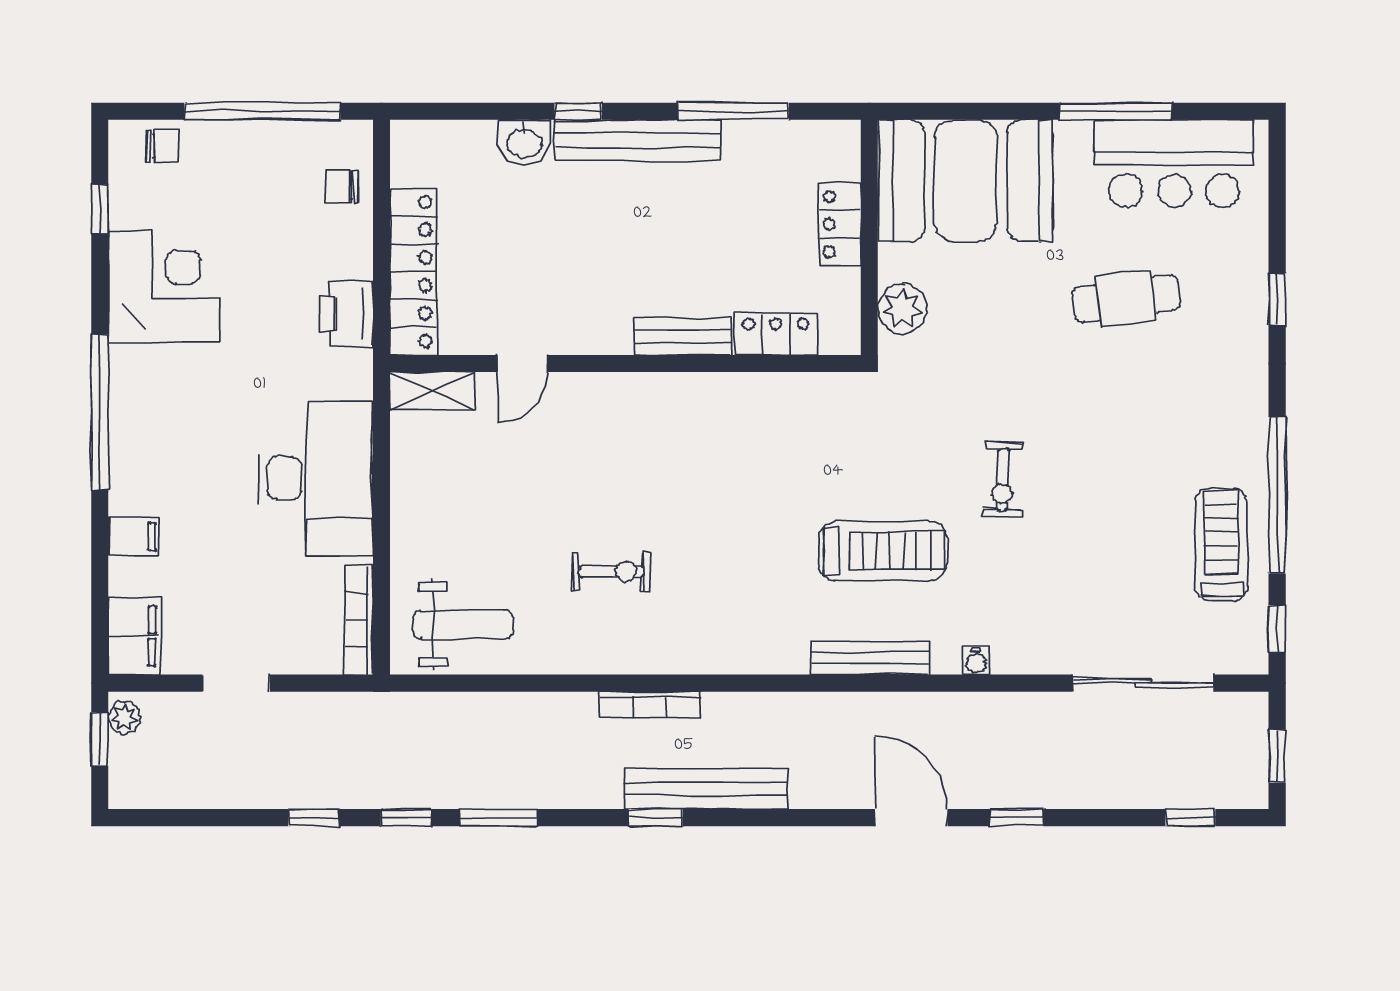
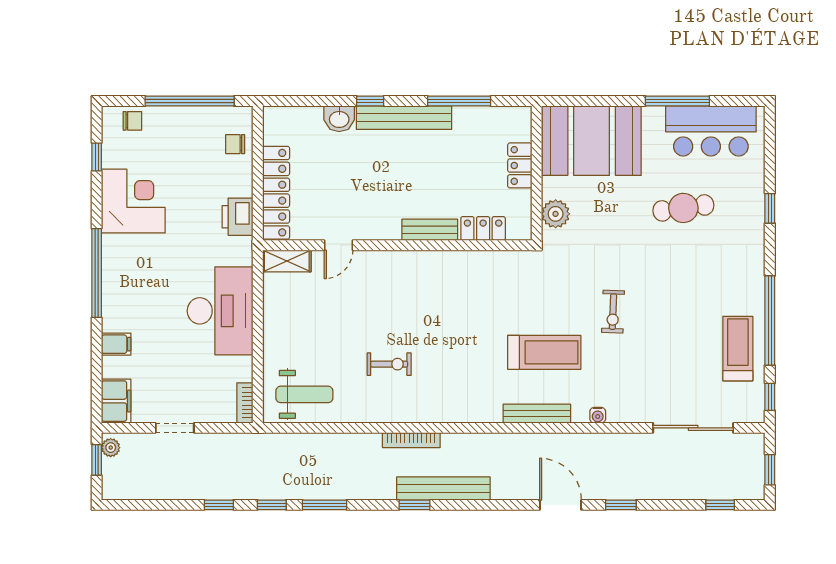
bookcase: (359, 620) -> (245, 403), width x0.64

